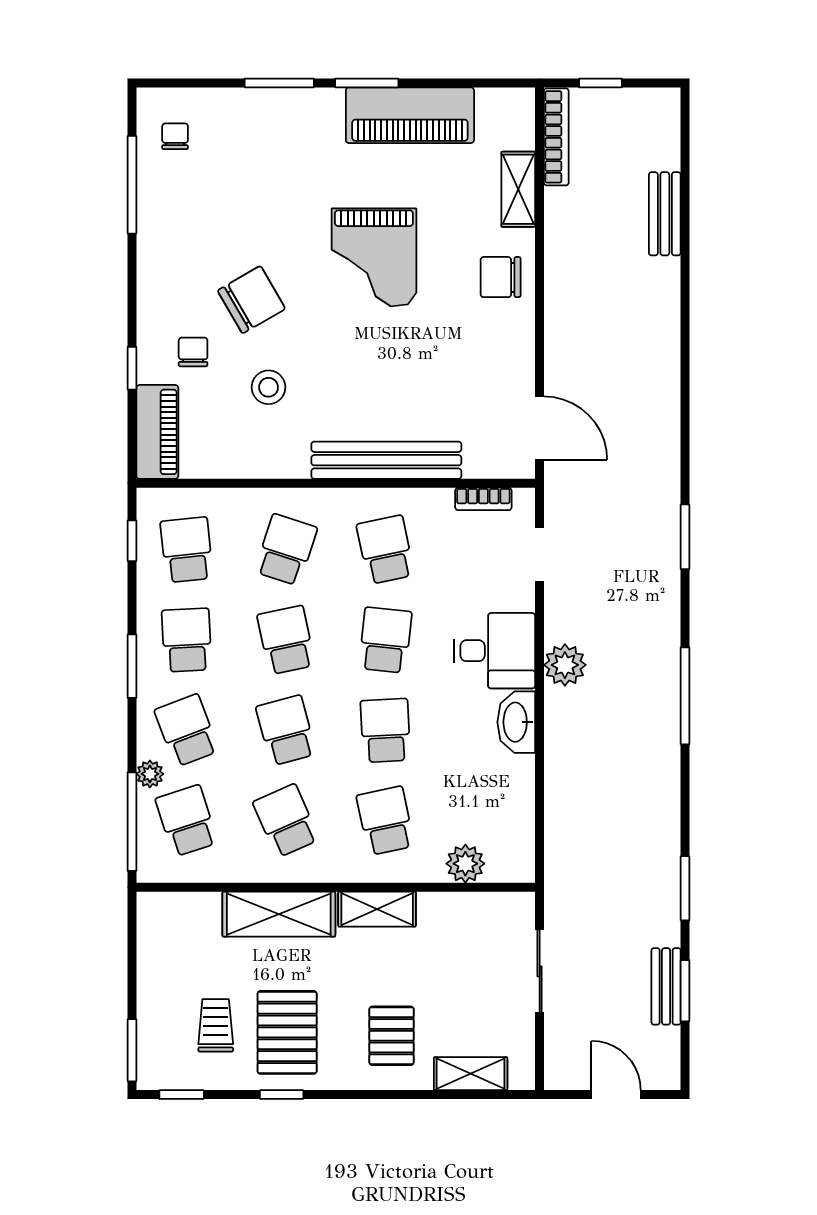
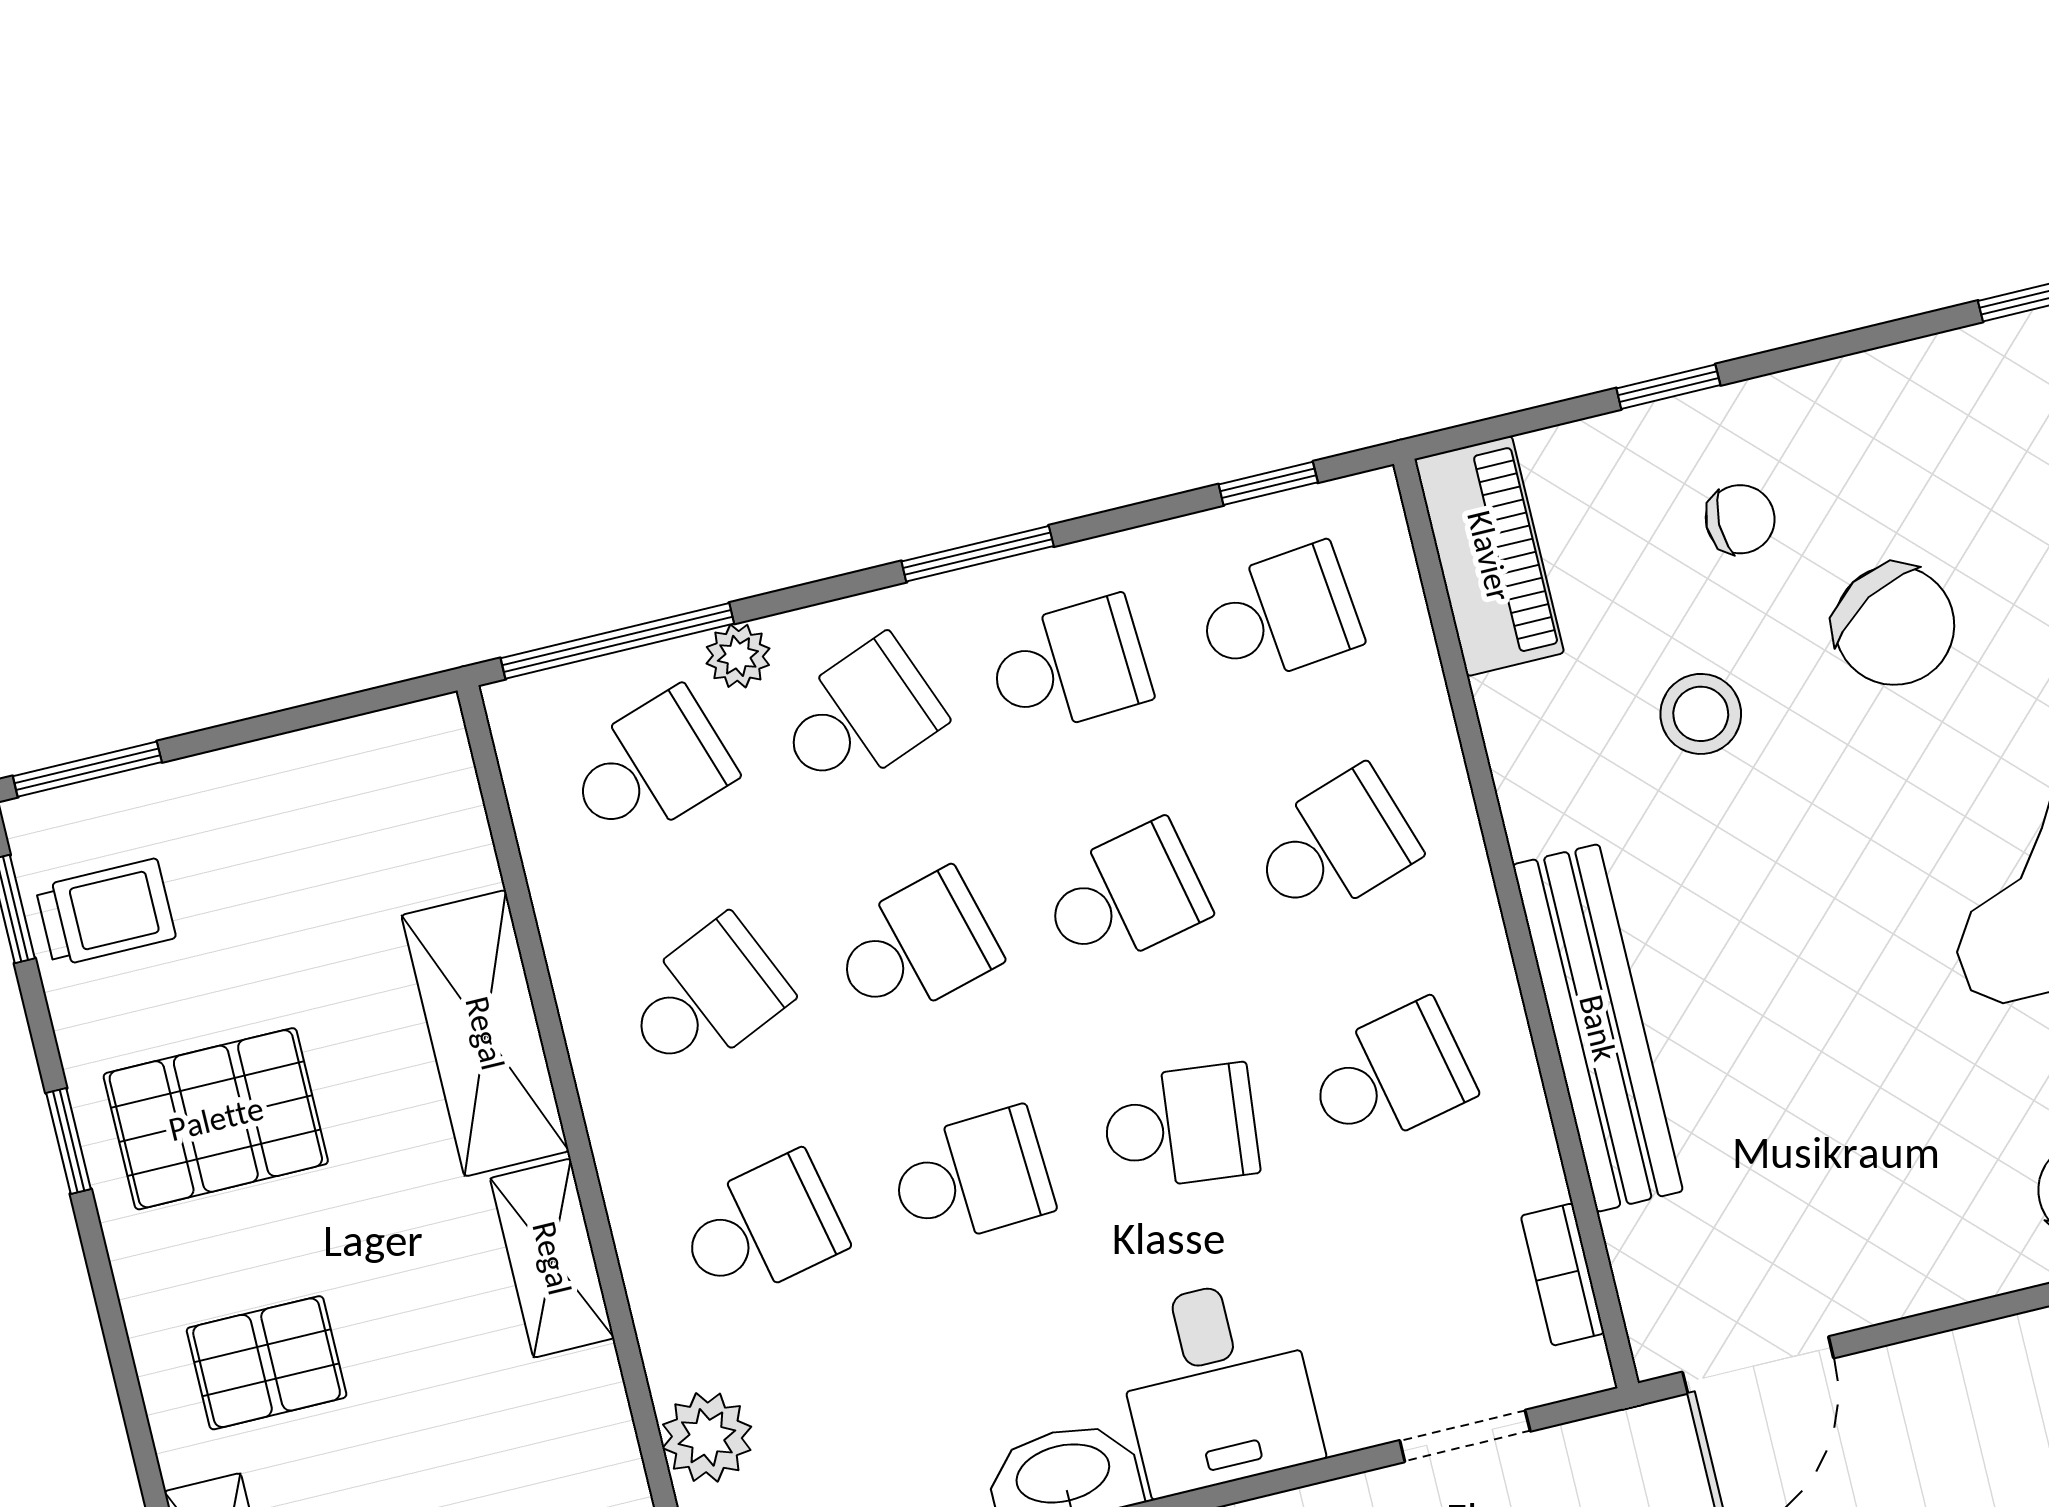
piano: (157, 432) -> (1489, 556), moved, turned -90
school desk: (286, 550) -> (1334, 846), turned -36
trolley: (216, 1025) -> (106, 913), moved

